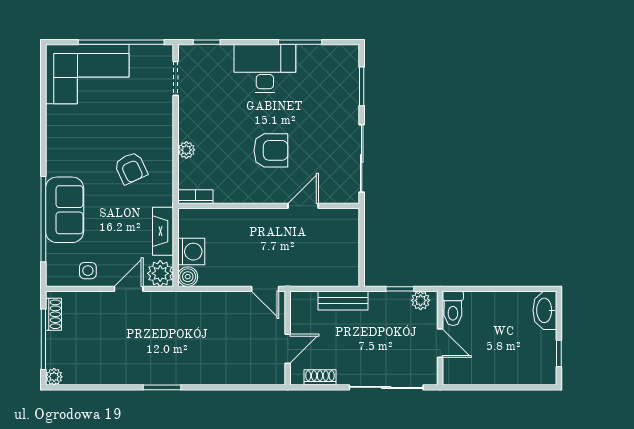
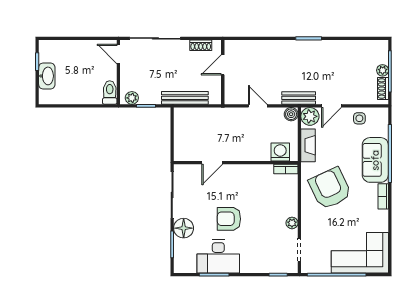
desk: (265, 69) -> (218, 256), moved
floor lamp: (345, 110) -> (184, 228), added
plant: (186, 150) -> (292, 223), moved
armchair: (271, 150) -> (229, 219), moved
bookcase: (53, 156) -> (383, 196), added
armchair: (131, 168) -> (330, 188), width x1.88, depth x1.88
washing machine: (191, 252) -> (280, 152), moved, turned 90
door: (265, 289) -> (258, 106), moved
bench: (177, 300) -> (299, 98), added
bench: (343, 301) -> (185, 98), width x1.36
washbasin: (545, 310) -> (47, 76), moved
door: (440, 343) -> (118, 54), moved
plant: (54, 377) -> (383, 70), moved

